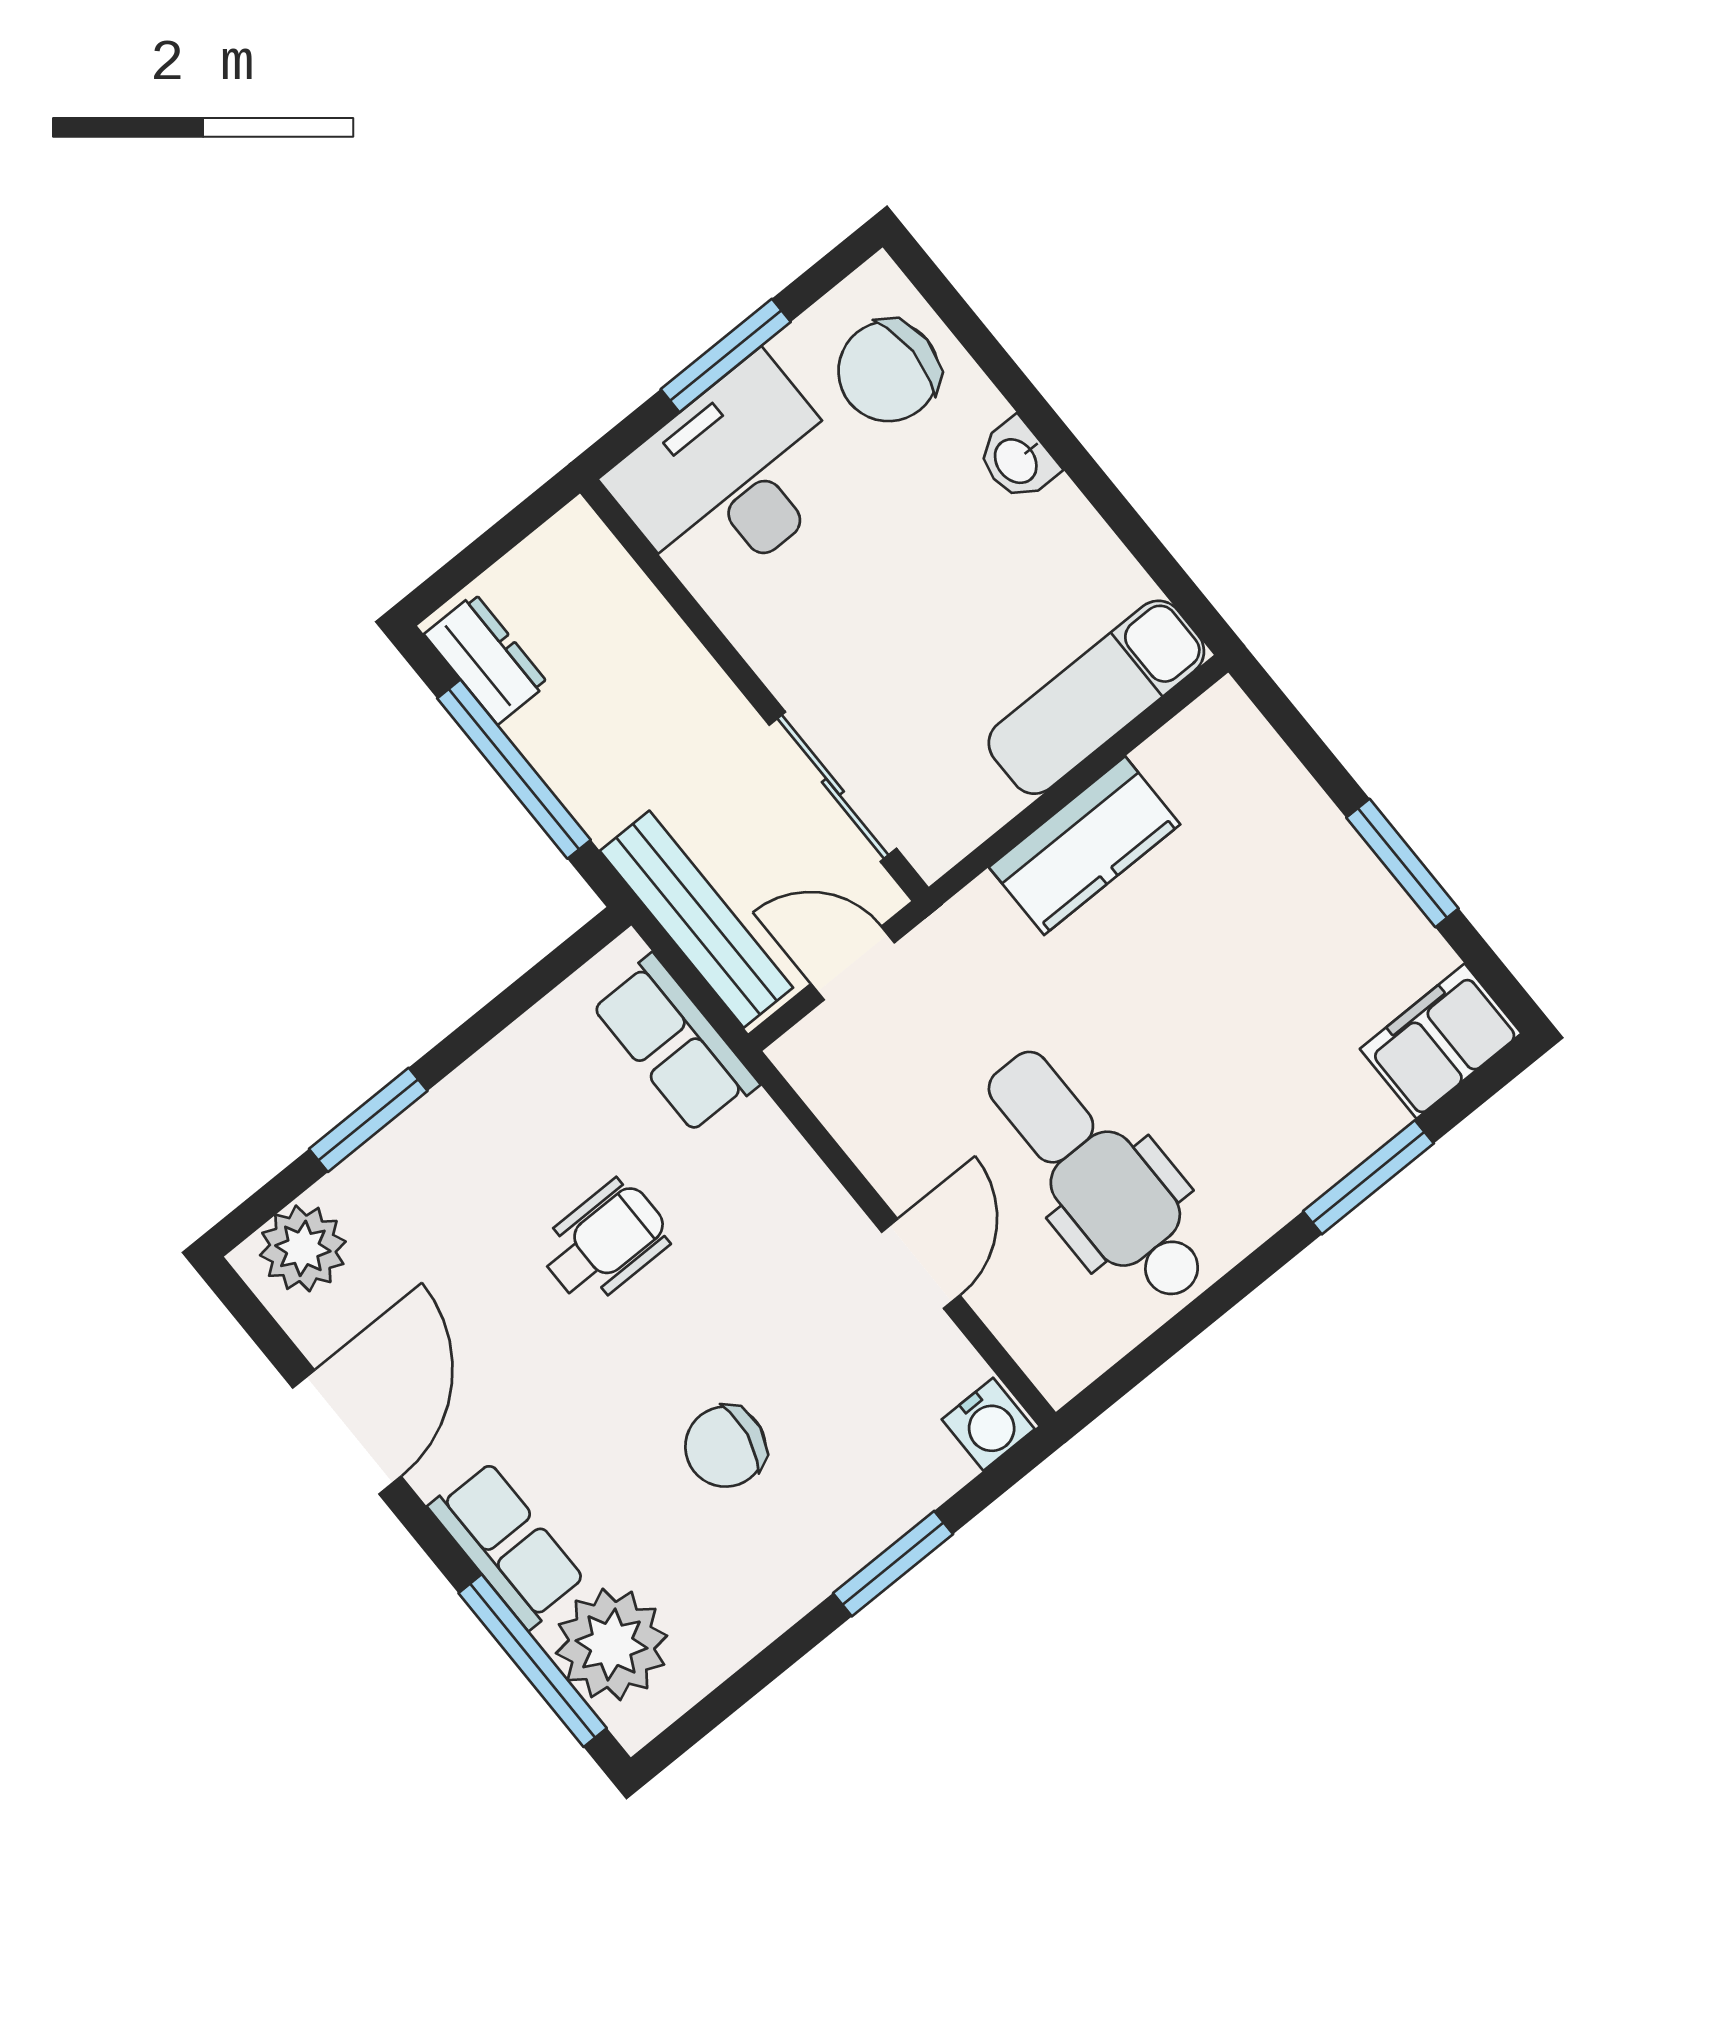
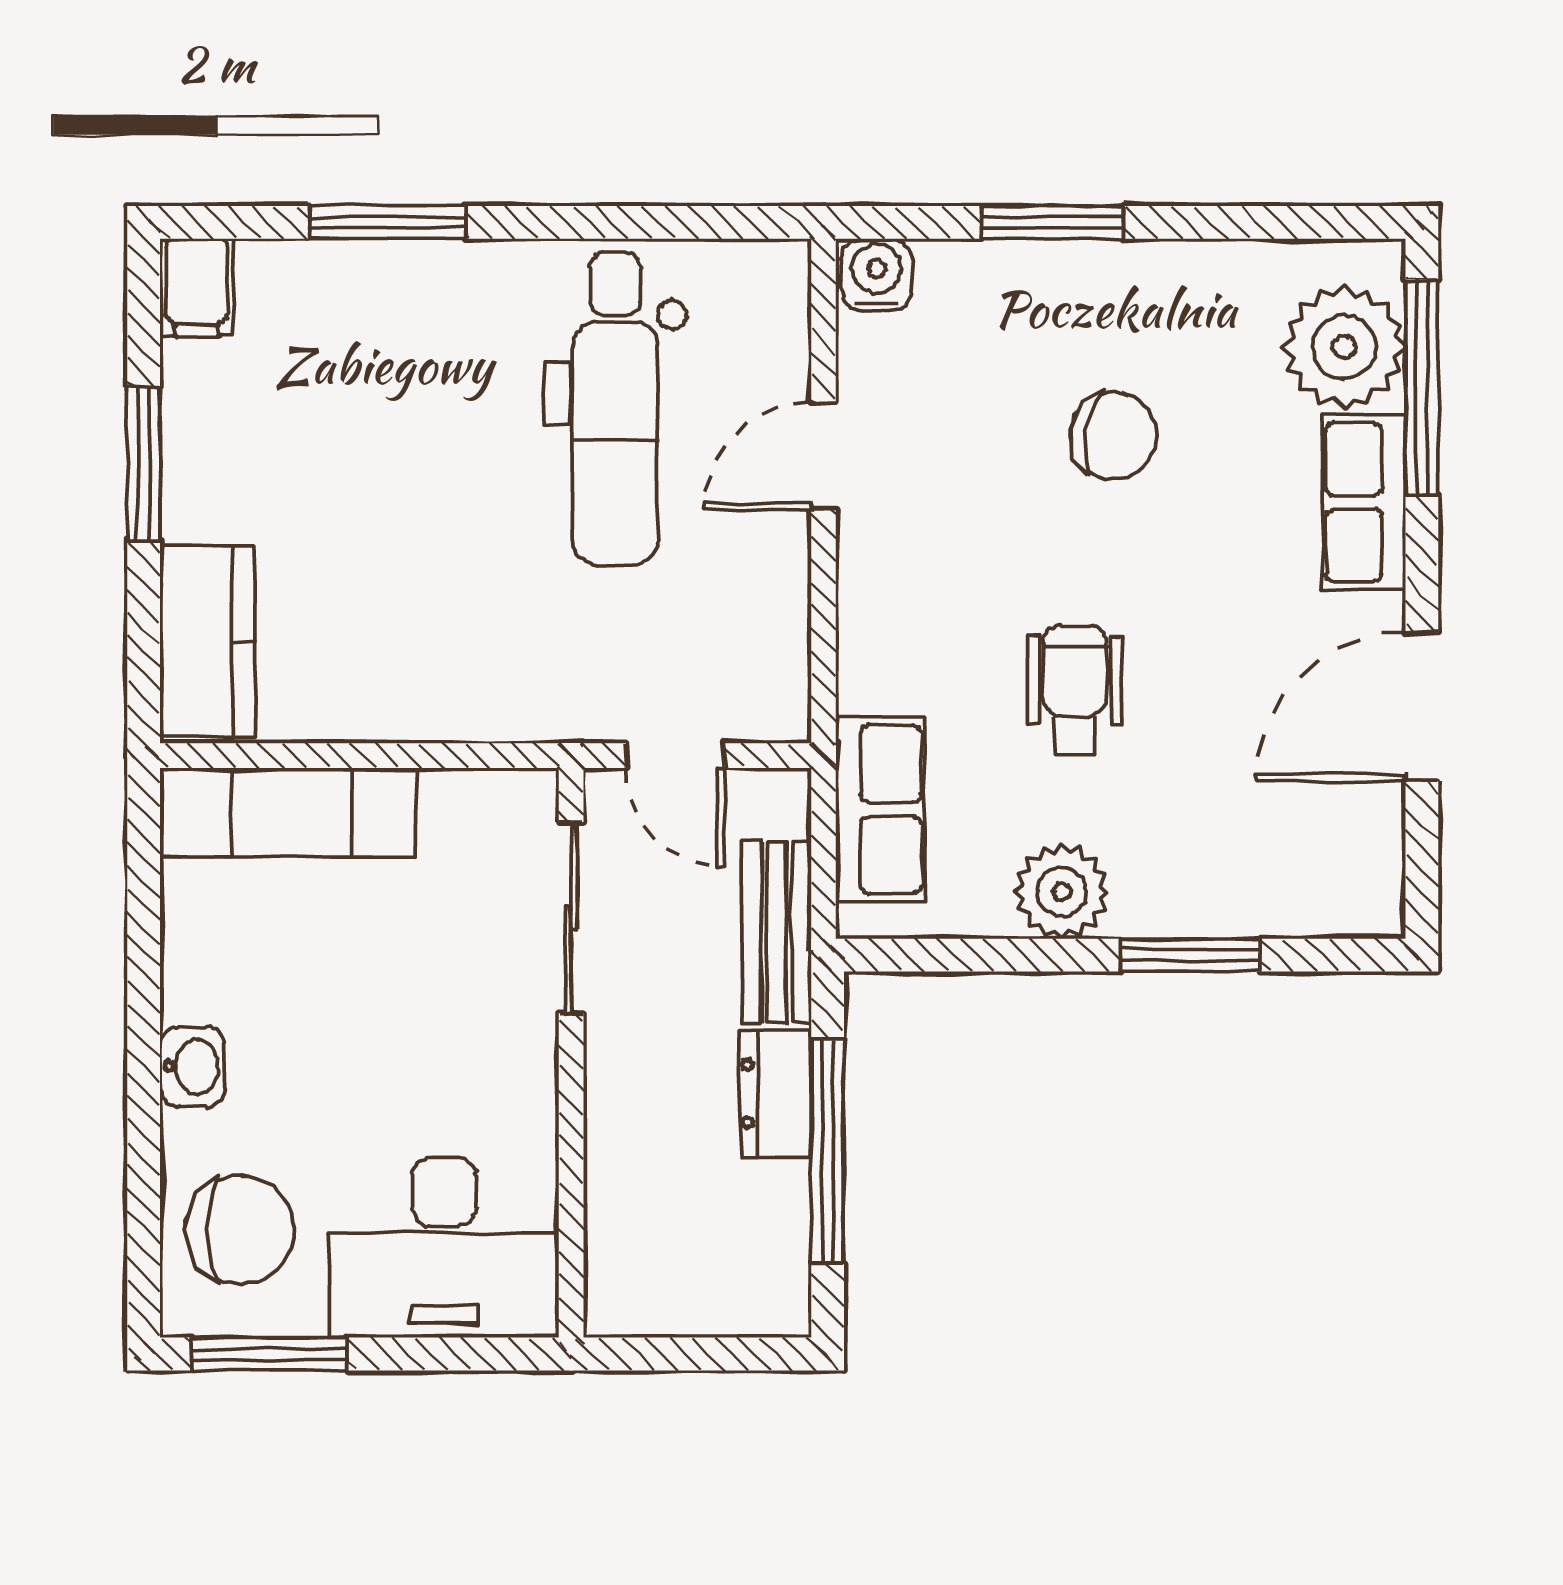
window: (726, 356) -> (269, 1354), moved
dresser: (486, 659) -> (776, 1093), moved
kitchen counter: (1085, 846) -> (208, 641), moved, turned 90
bench: (696, 919) -> (777, 932), width x0.73
filing cabinet: (1441, 1041) -> (197, 288), width x0.50
wheelchair: (605, 1242) -> (1075, 690), turned 90
plant: (303, 1248) -> (1062, 892), moved

